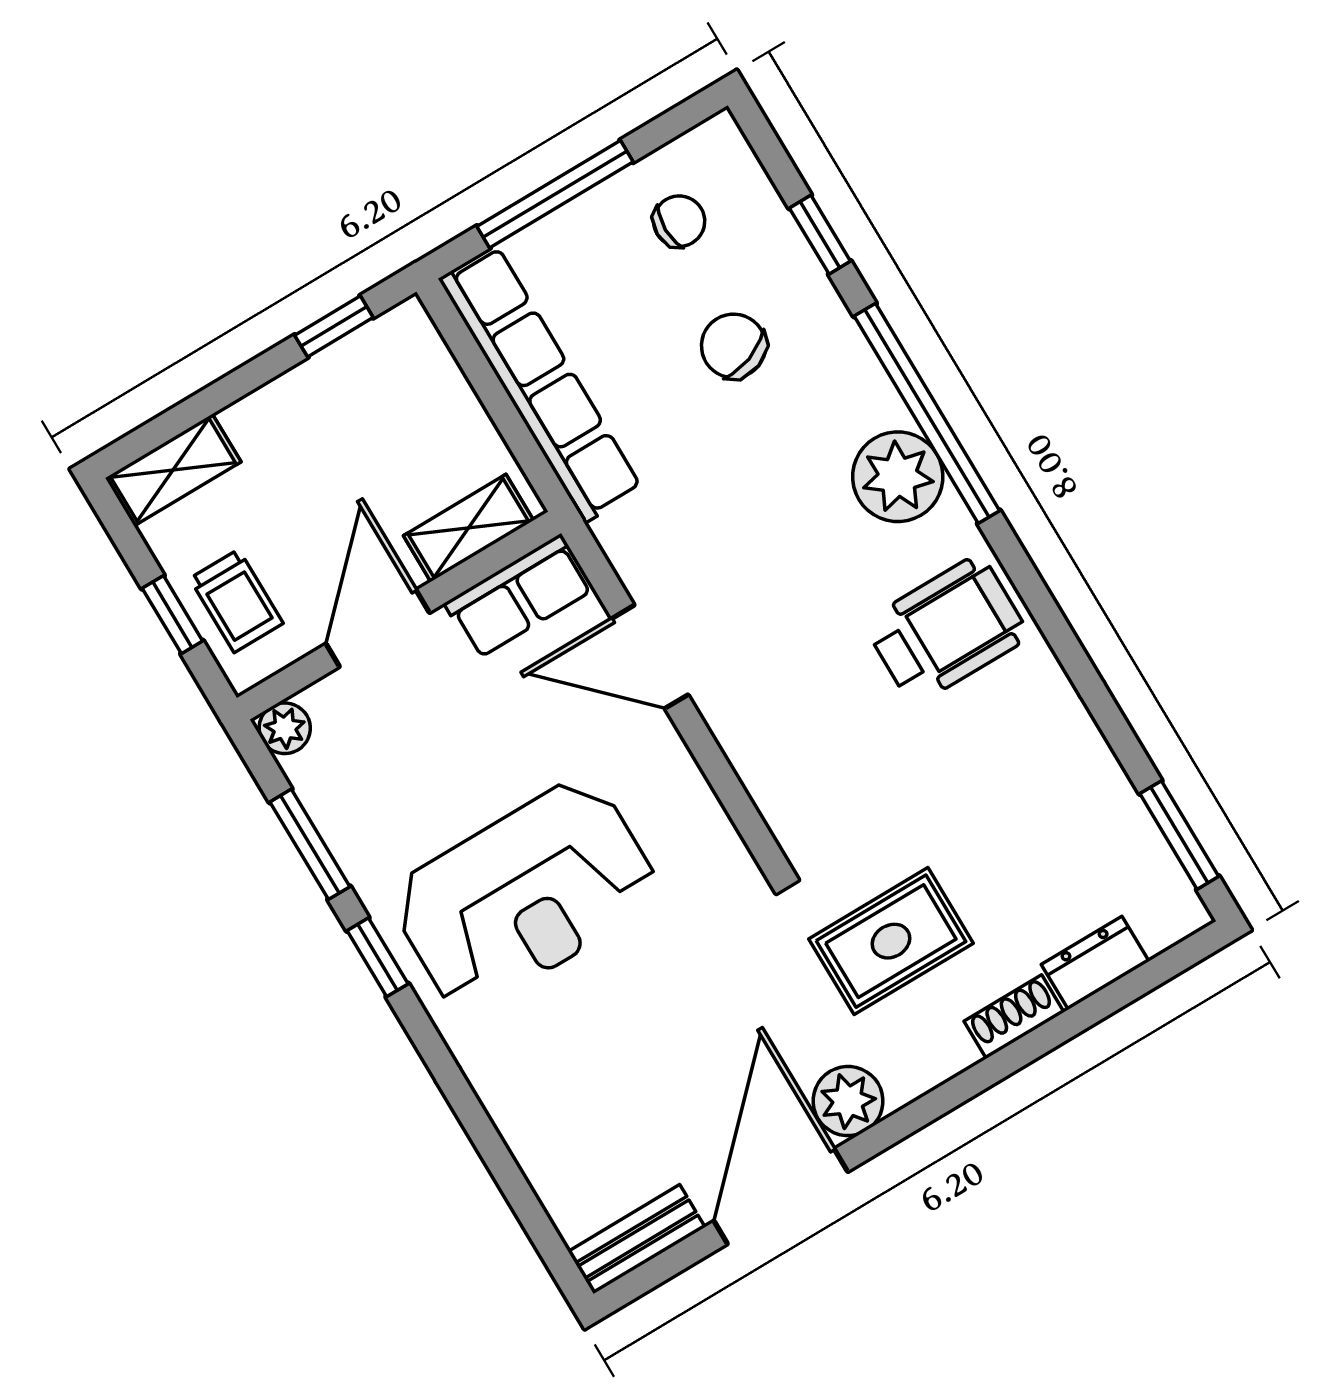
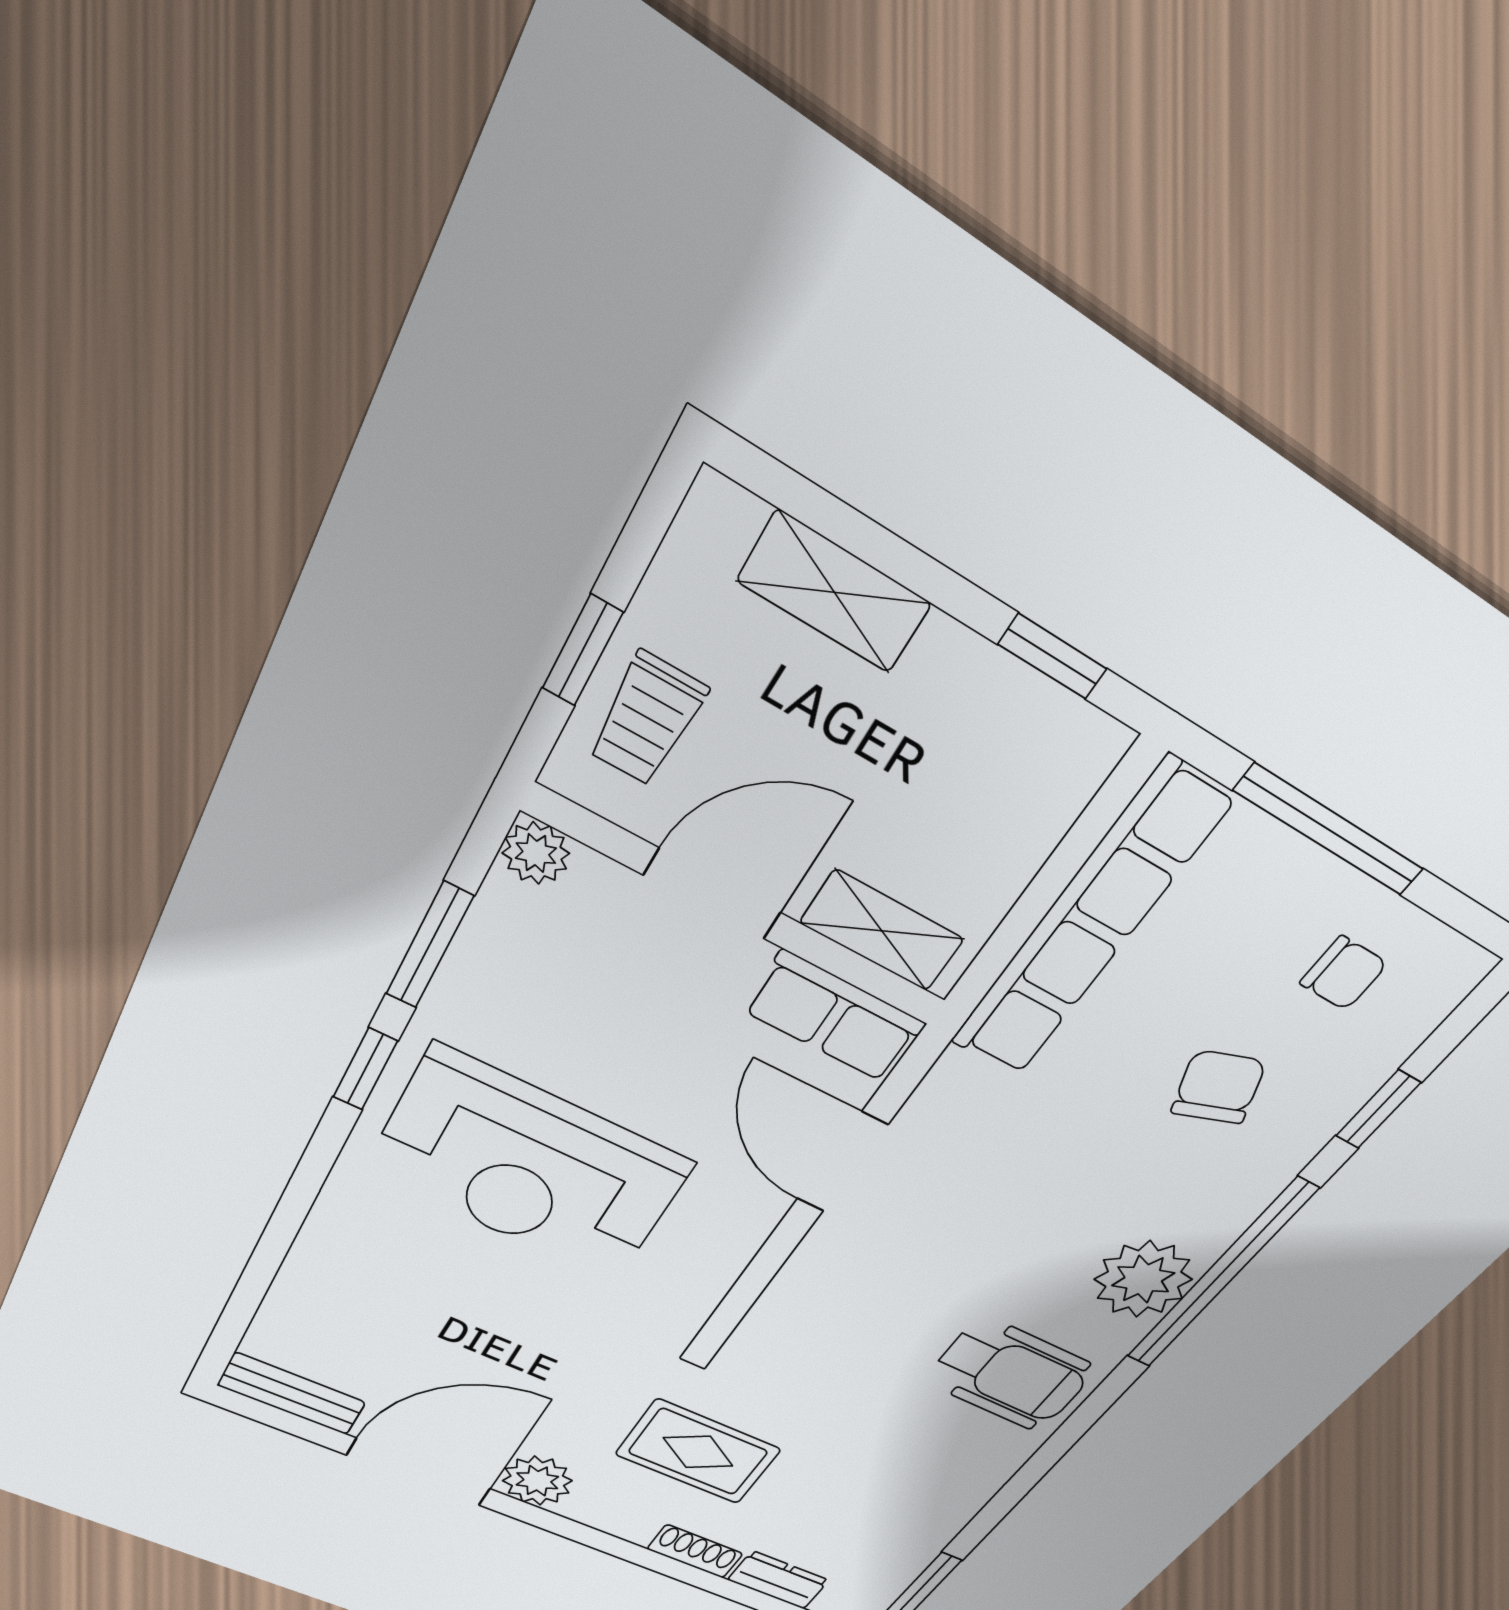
shelving: (173, 470) -> (834, 592), moved

